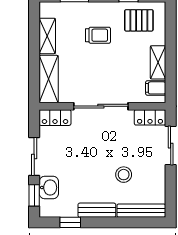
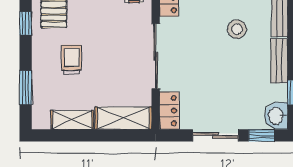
washbasin: (49, 188) -> (276, 116), moved, turned -90

